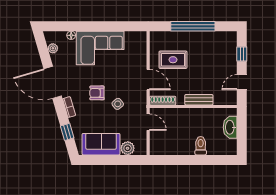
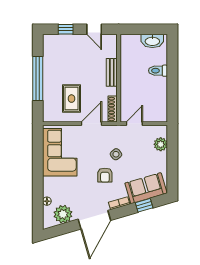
plant: (53, 48) -> (63, 214), width x1.87, depth x1.87
corner sofa: (100, 48) -> (60, 152), moved
washbasin: (230, 127) -> (152, 41), moved
sofa: (101, 144) -> (146, 188), moved, turned 74

